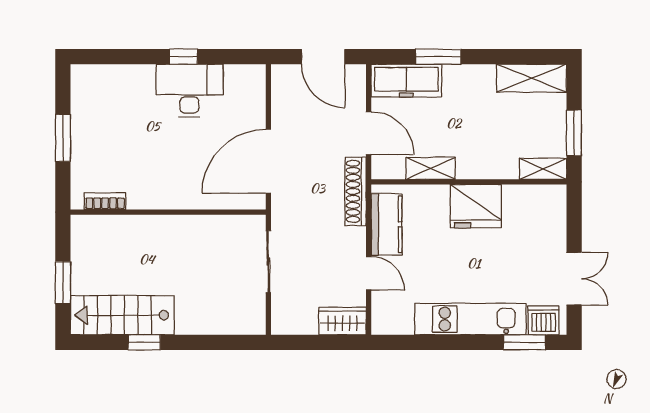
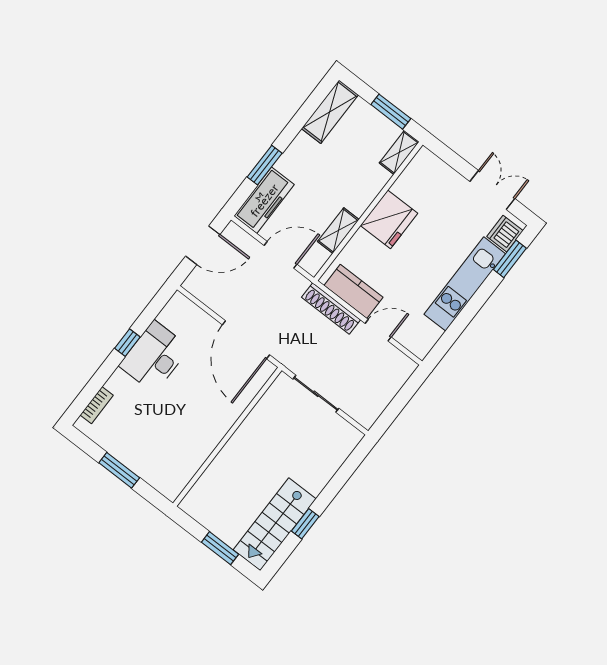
shoe rack: (356, 191) -> (331, 308), moved
bookcase: (105, 201) -> (97, 405), moved, turned 180
wardrobe: (342, 321) -> (397, 374), removed

